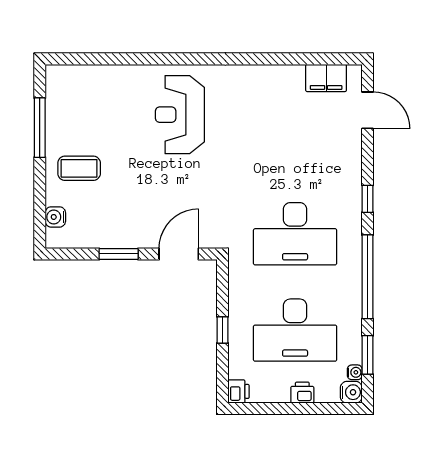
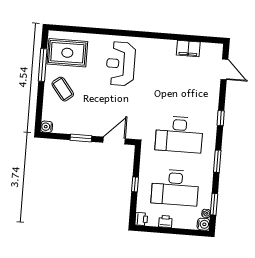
filing cabinet: (326, 78) -> (188, 49), moved
rug: (82, 102) -> (67, 53), added
coffee table: (79, 168) -> (63, 89), turned 52
water cooler: (55, 217) -> (47, 127), moved
window: (368, 277) -> (217, 161), width x0.47
printer: (302, 393) -> (165, 221), moved

